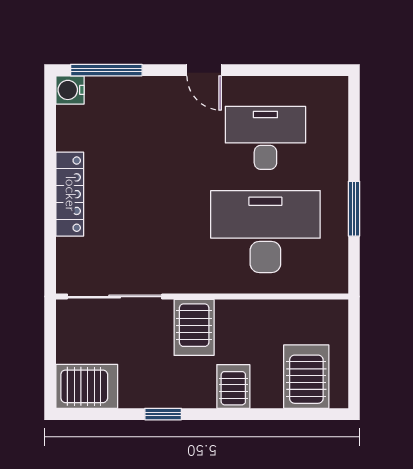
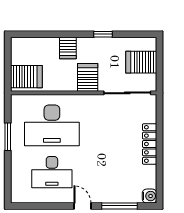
window: (106, 70) -> (119, 206), moved
server rack: (306, 377) -> (26, 77), moved, turned -90
server rack: (87, 386) -> (141, 62), moved

